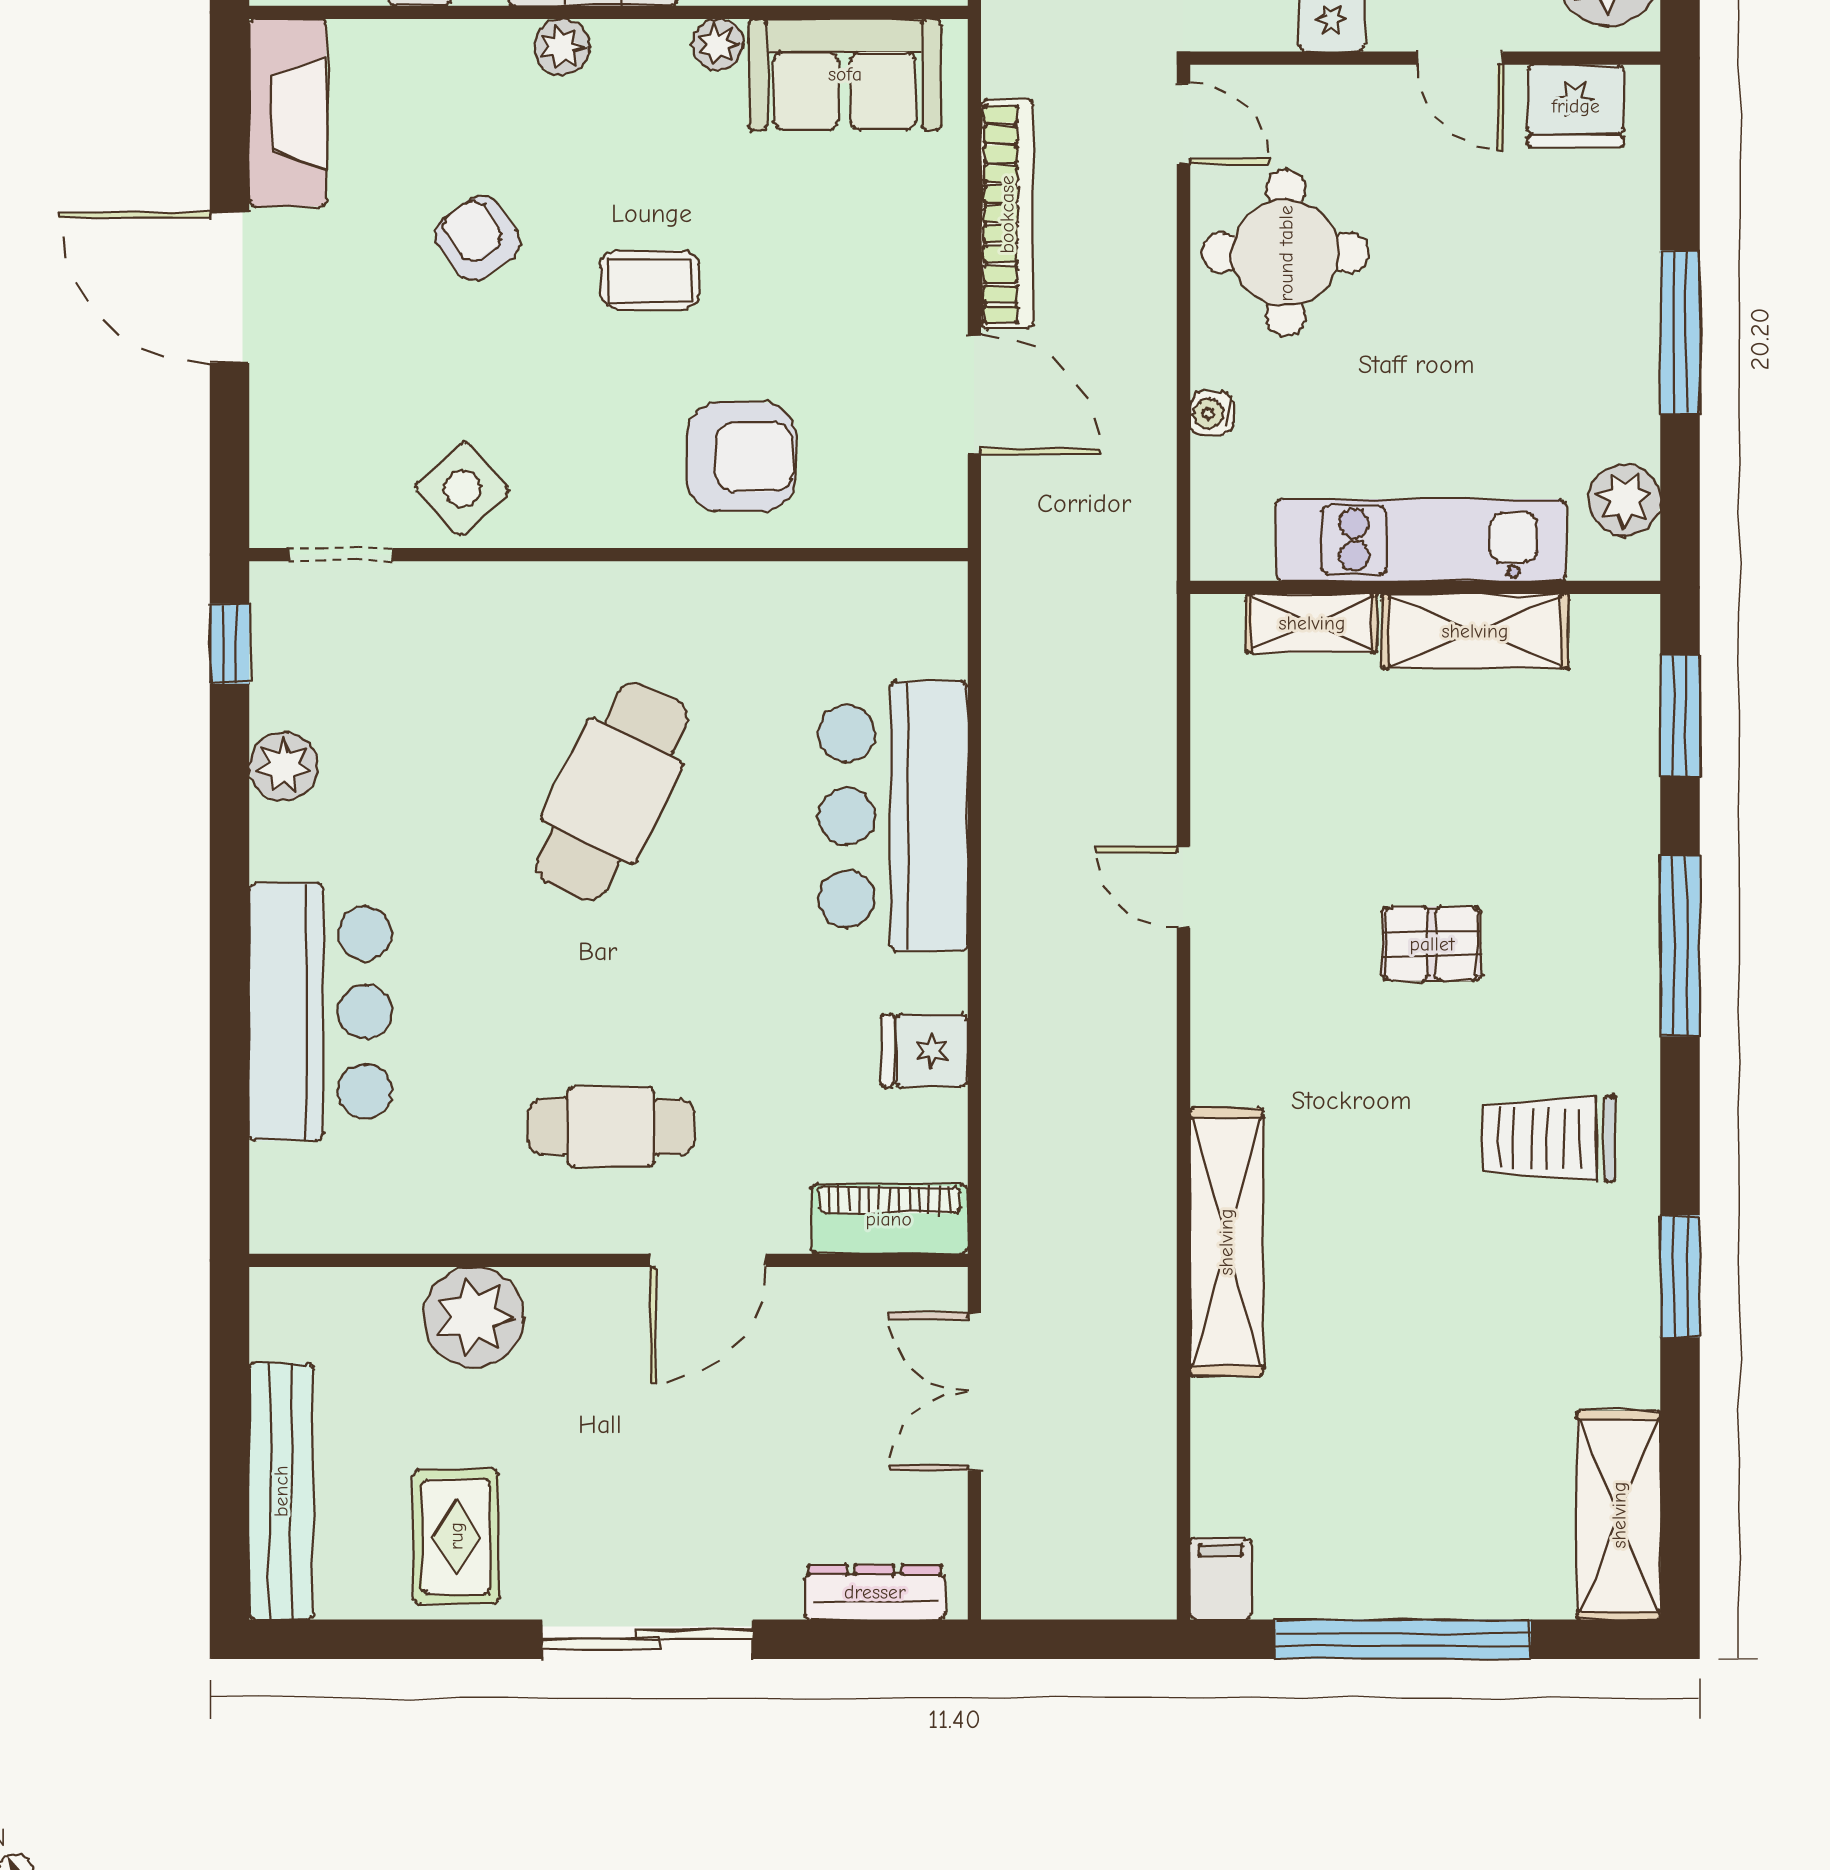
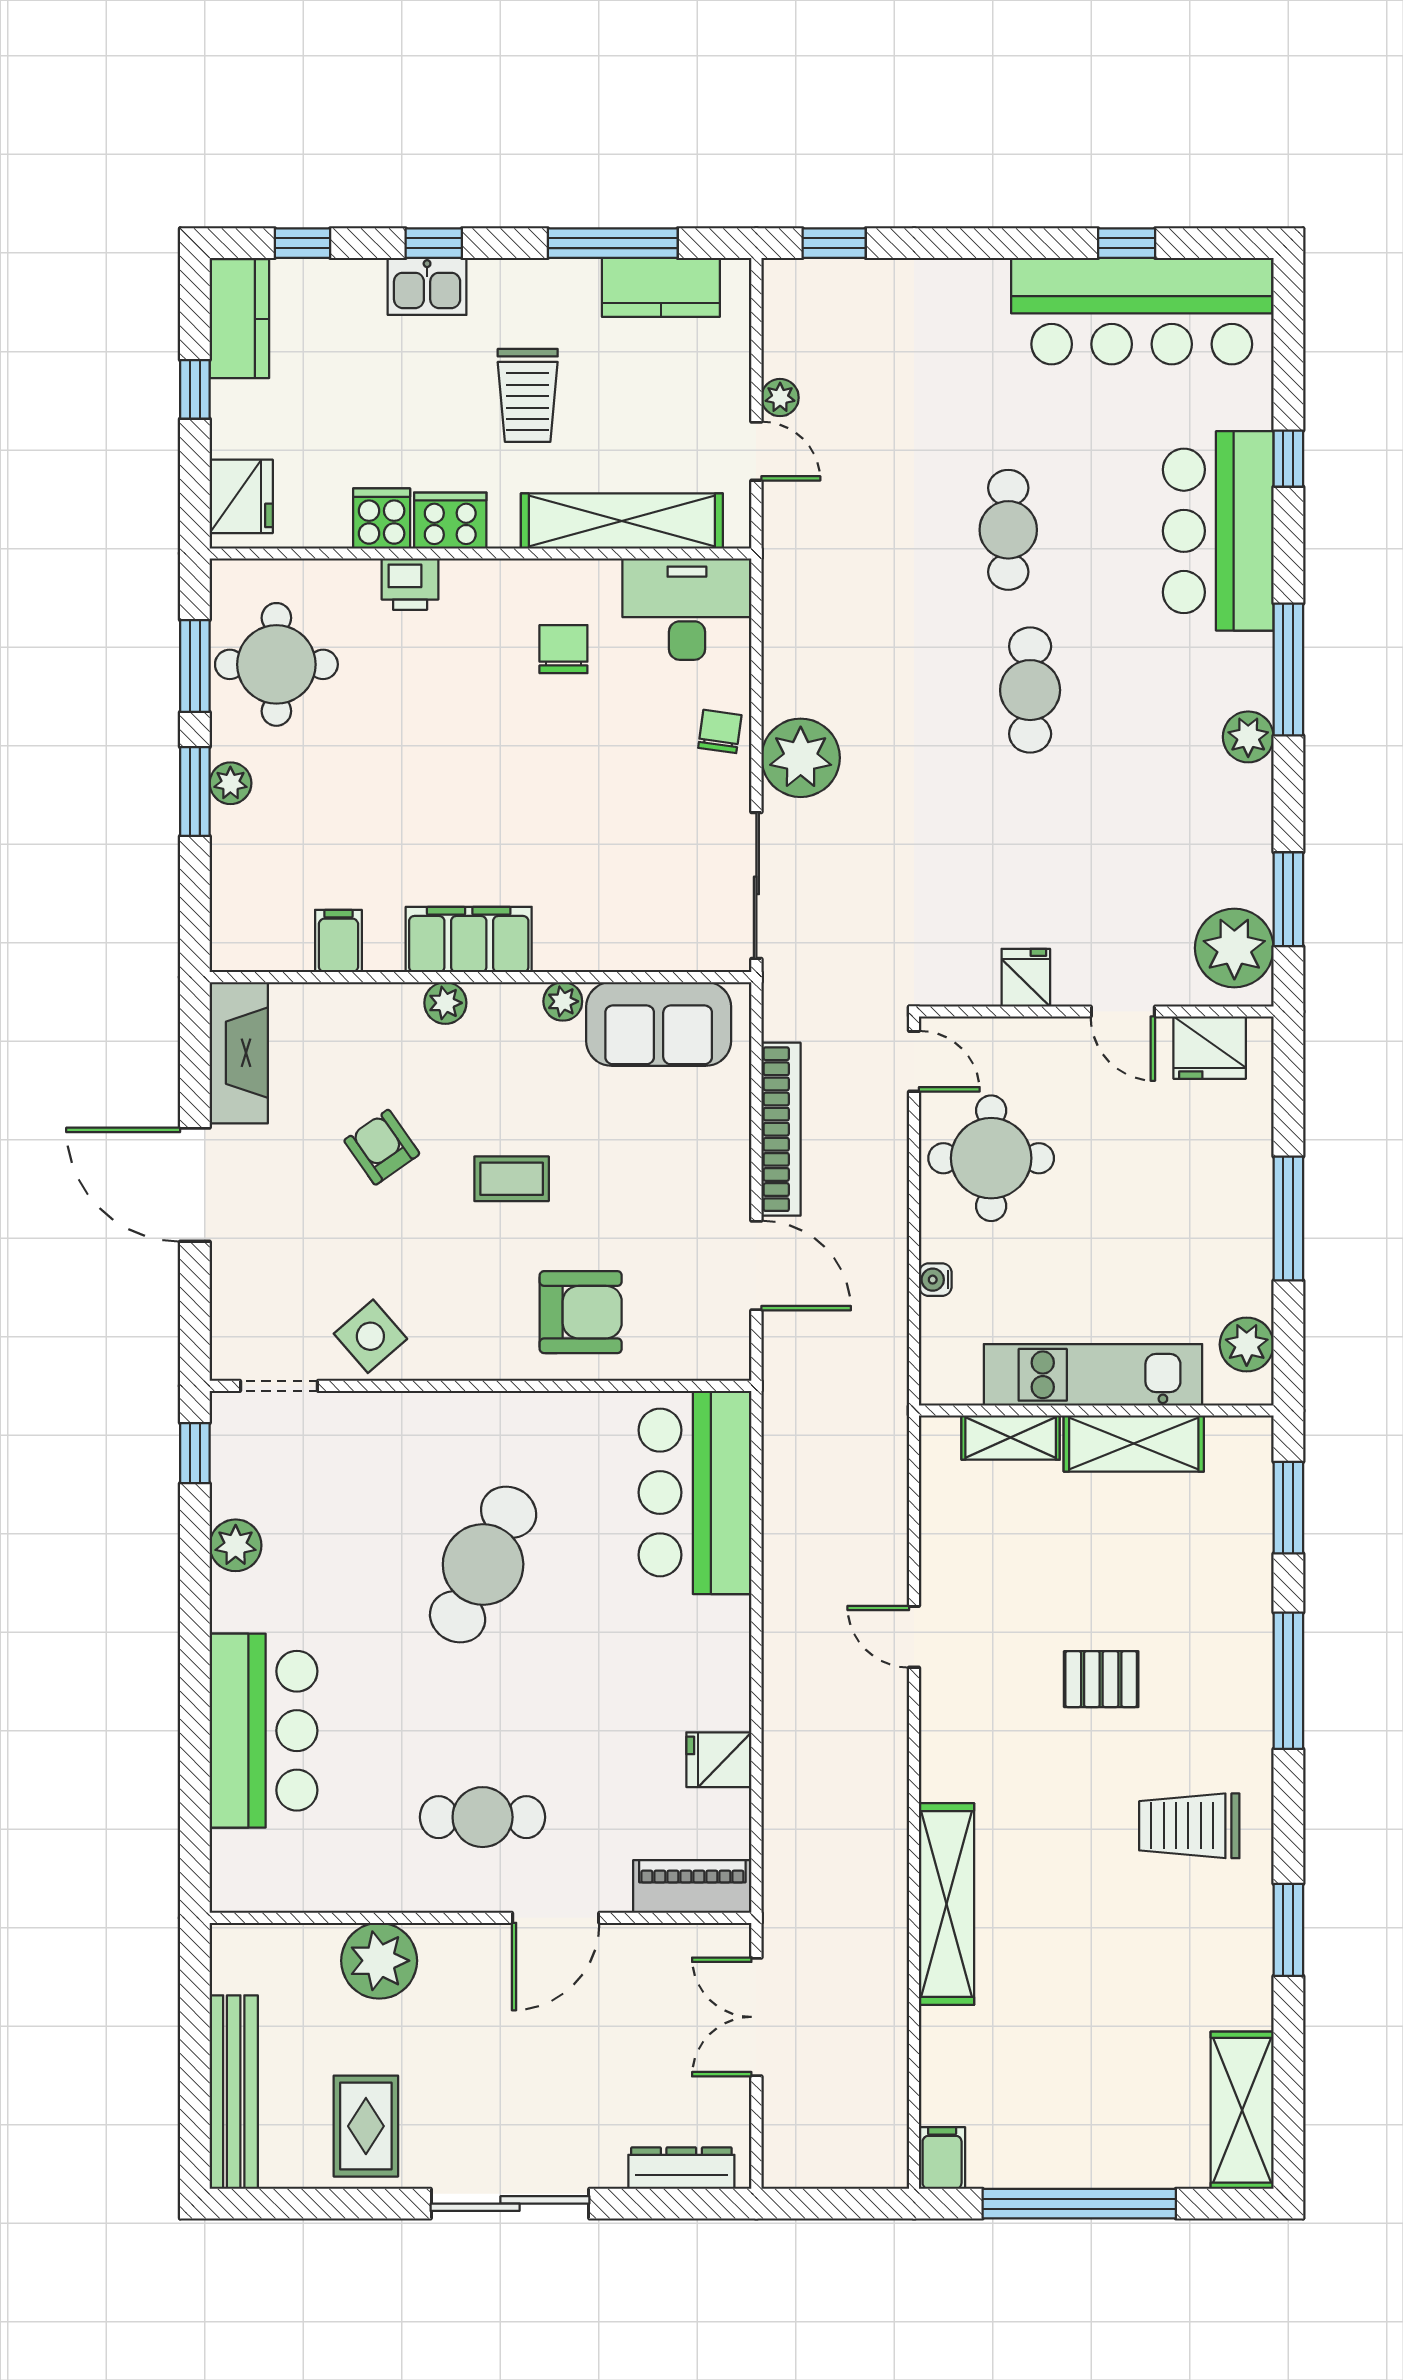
bar counter: (893, 816) -> (695, 1492), moved

